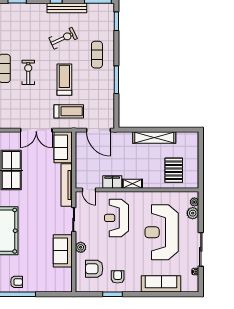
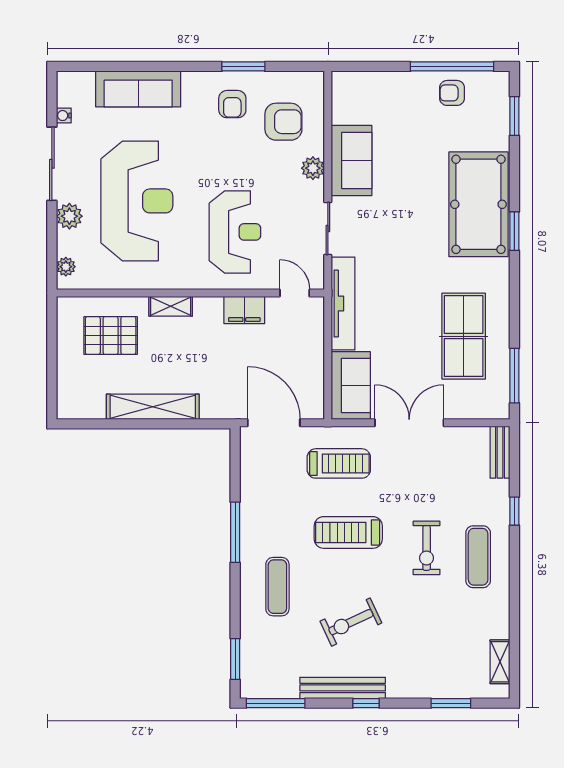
treadmill: (64, 80) -> (348, 532), turned 90
treadmill: (69, 111) -> (339, 463), turned 180
pallet: (174, 170) -> (111, 336), turned 90
shelving: (132, 184) -> (171, 306), moved
plant: (193, 213) -> (69, 216), moved

